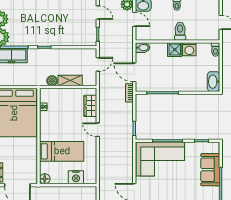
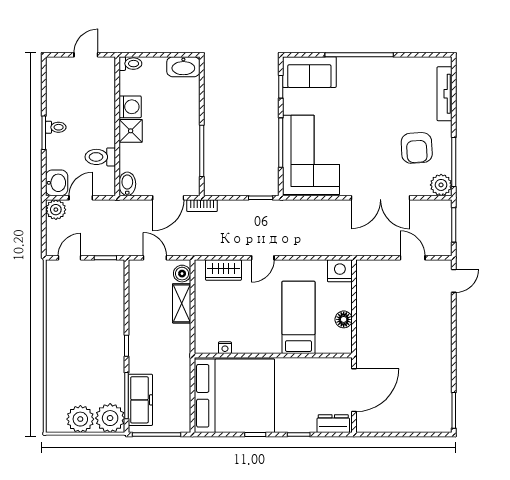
toilet: (180, 31) -> (100, 157), moved
boiler: (52, 81) -> (182, 274), moved
sofa: (210, 170) -> (309, 72), moved
nightstand: (76, 177) -> (340, 271), moved, turned -90
floor lamp: (45, 179) -> (344, 319), moved

